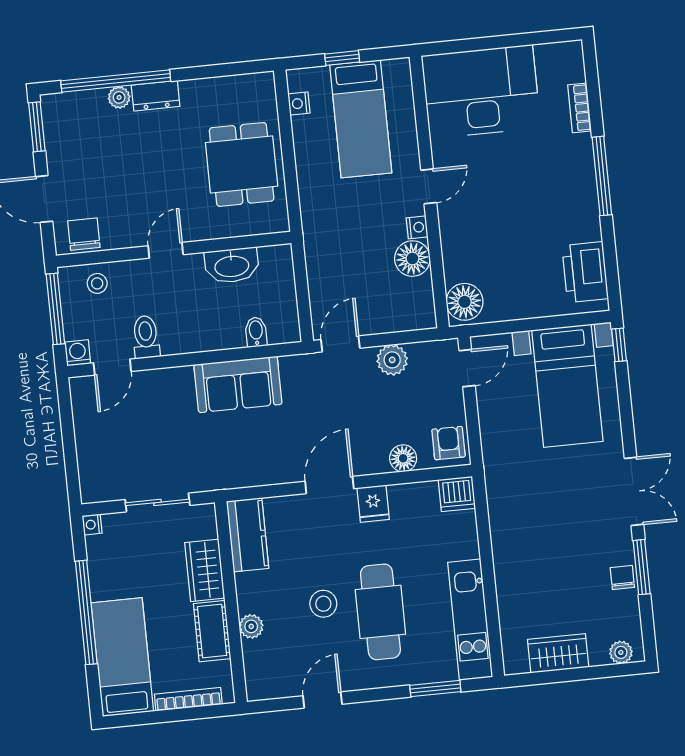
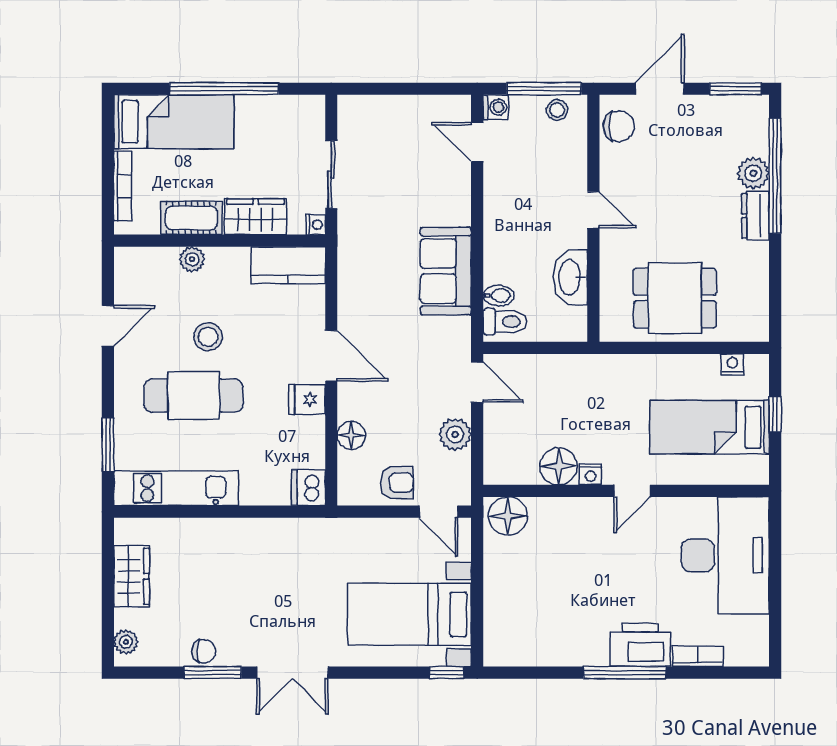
plant: (119, 97) -> (753, 173), width x1.38, depth x1.38
door: (429, 186) -> (632, 491), hinge flipped
printer: (585, 272) -> (640, 645), moved
stool: (97, 283) -> (557, 110), moved
toilet: (146, 337) -> (505, 322), moved
armchair: (448, 443) -> (397, 483), moved
nightstand: (92, 525) -> (316, 225), moved, turned 90
door: (322, 700) -> (108, 326), hinge flipped

